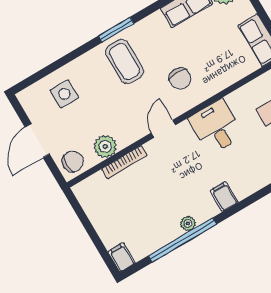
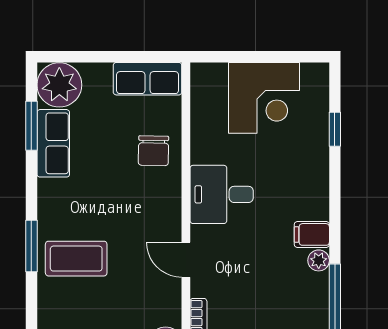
chair: (180, 79) -> (153, 151), moved, turned 91
plant: (188, 223) -> (319, 260), moved

